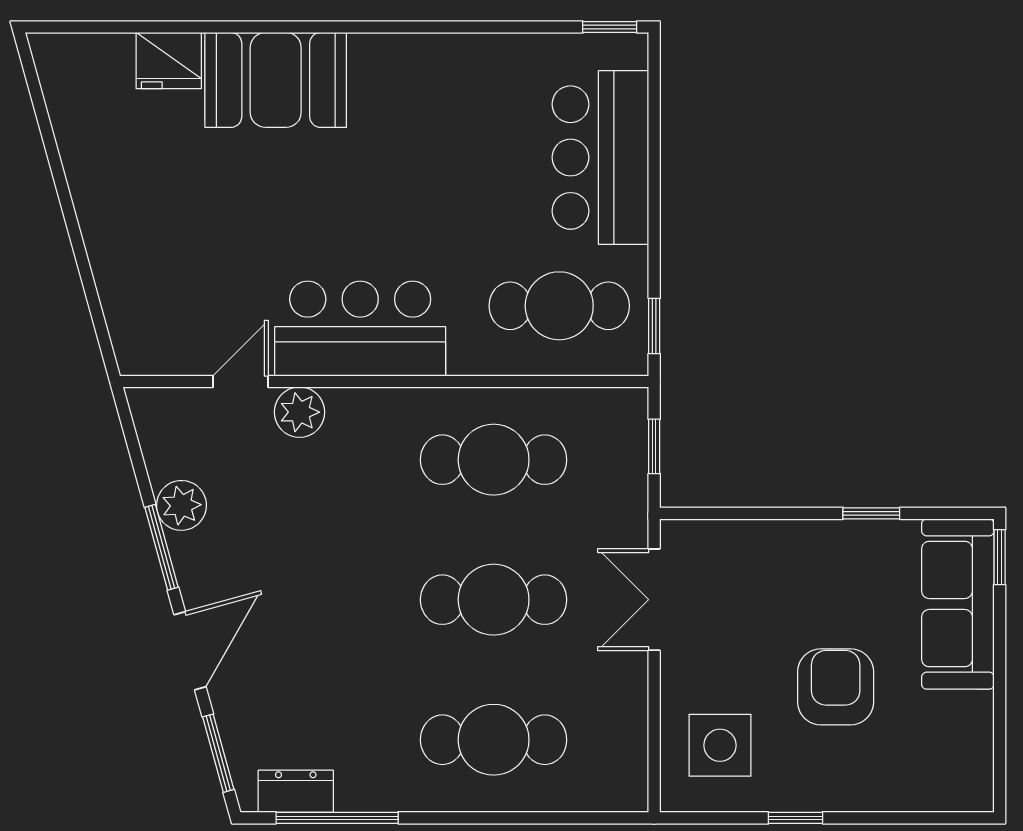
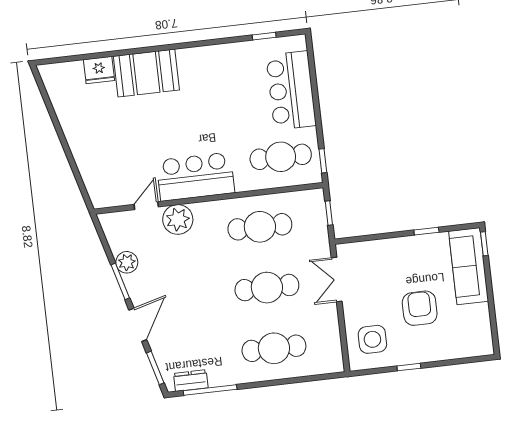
window: (610, 27) -> (264, 36), moved
plant: (299, 412) -> (178, 219), width x1.36, depth x1.36

